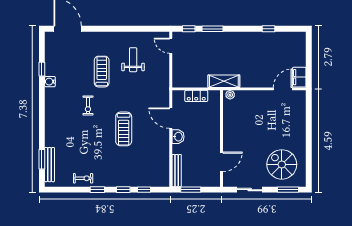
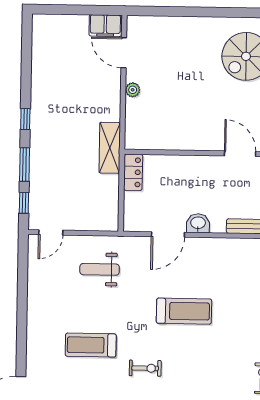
window: (269, 29) -> (25, 119), moved
weight bench: (133, 60) -> (100, 269), moved
plant: (230, 95) -> (133, 90), moved
locker: (196, 96) -> (133, 172), moved

